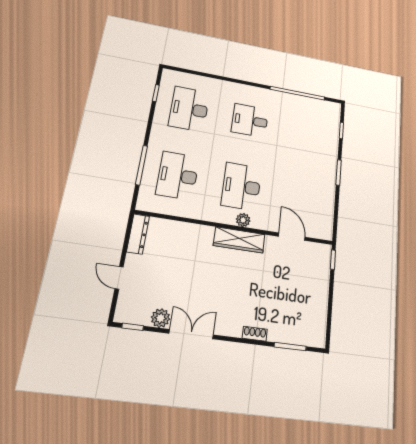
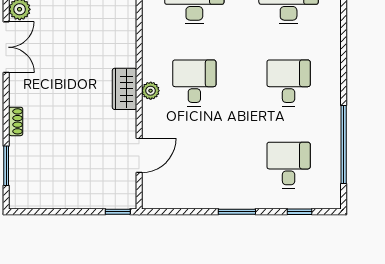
desk: (309, 132) -> (289, 165), added
desk: (241, 186) -> (194, 83), width x0.73
wardrobe: (239, 240) -> (125, 89), width x0.67

